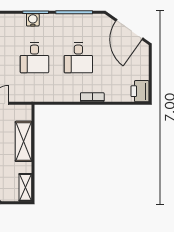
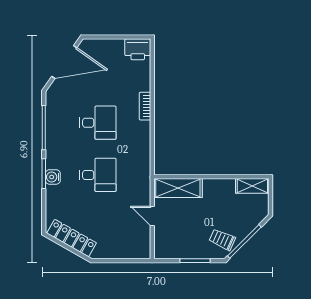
shelving: (23, 141) -> (178, 188), moved

